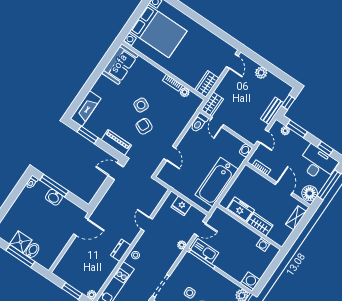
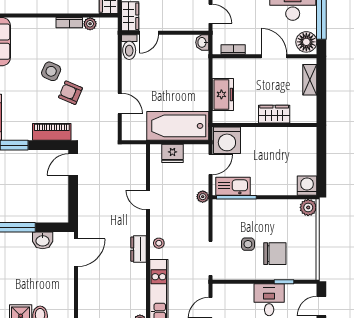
door: (217, 122) -> (149, 33), hinge flipped
bathtub: (217, 182) -> (178, 126), moved, turned 90
washbasin: (54, 197) -> (43, 240), moved
freezer: (240, 210) -> (223, 94), moved, turned 90
washing machine: (263, 244) -> (227, 140), moved, width x1.89, depth x1.89

